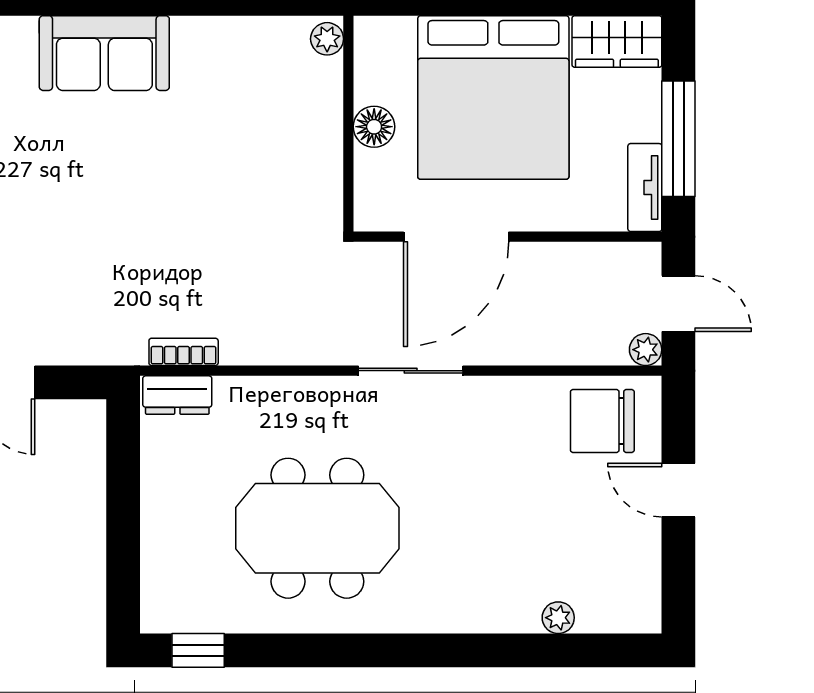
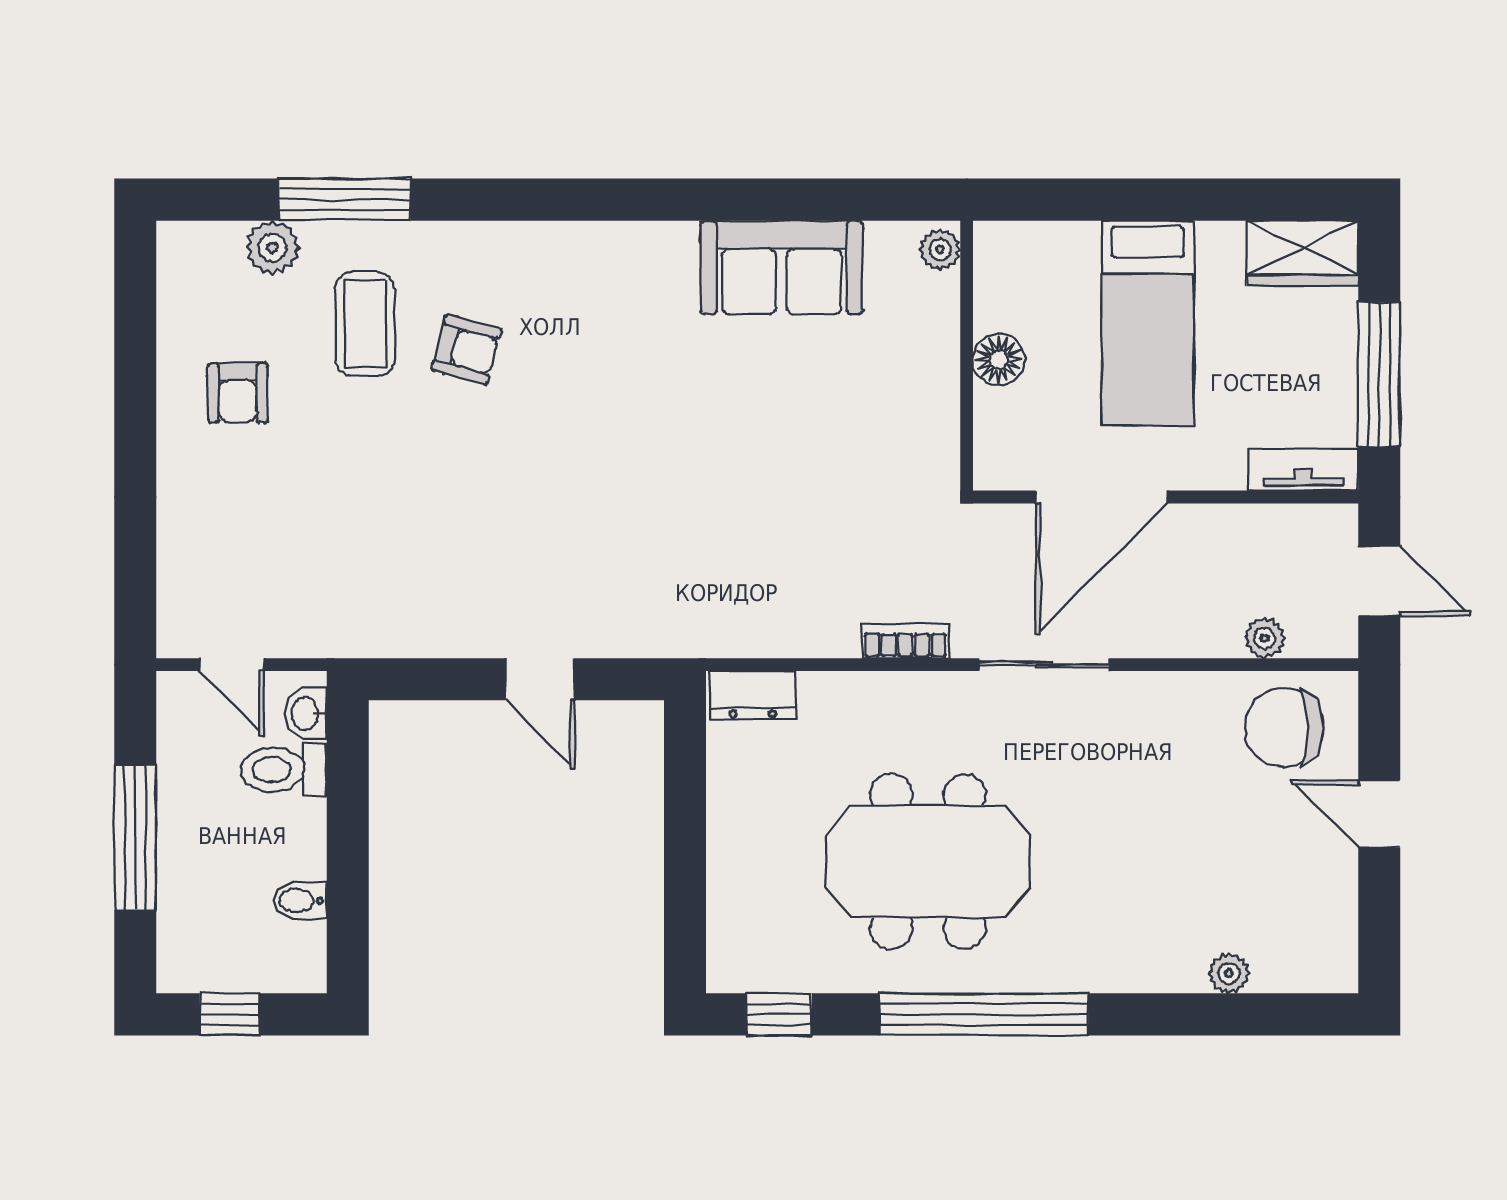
sofa: (104, 53) -> (782, 267), moved
bed: (493, 98) -> (1148, 323), width x0.49
tv unit: (645, 188) -> (1303, 470), moved, turned 90
plant: (646, 350) -> (1265, 638), moved
bookcase: (184, 352) -> (905, 641), moved
window: (362, 650) -> (984, 1014), added

